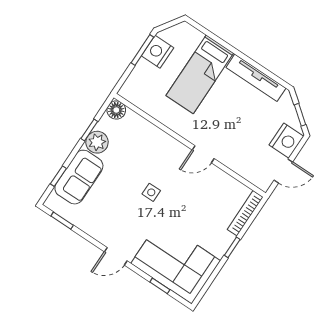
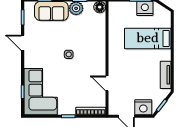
tv unit: (256, 78) -> (166, 75), width x0.71
door: (203, 154) -> (107, 83), moved
door: (116, 256) -> (23, 43), moved

